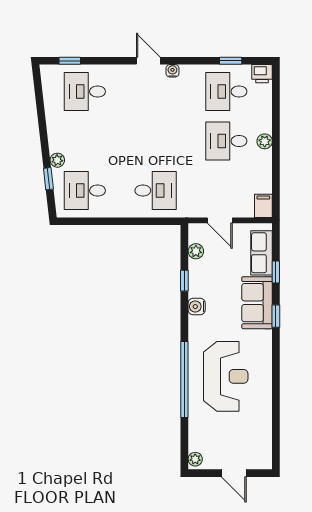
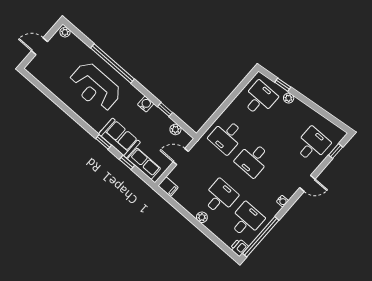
door: (148, 61) -> (307, 183), moved
window: (231, 61) -> (261, 237), width x3.17
desk: (156, 141) -> (253, 159), added

